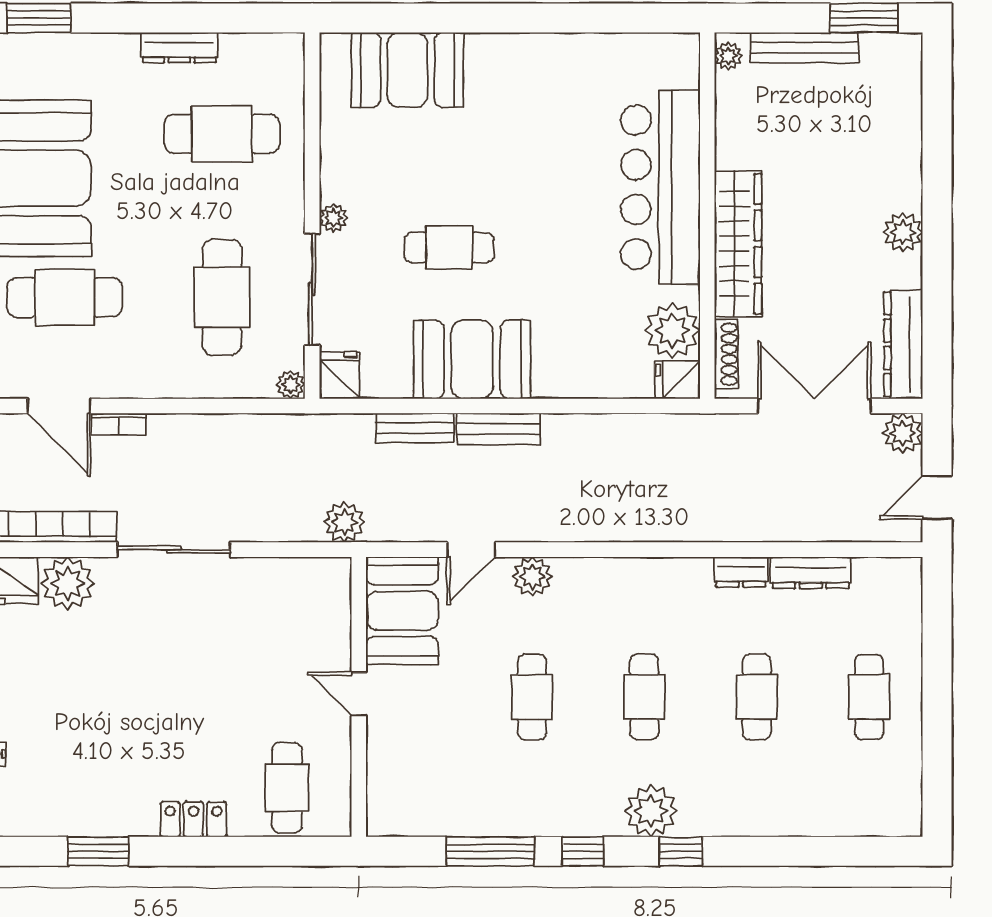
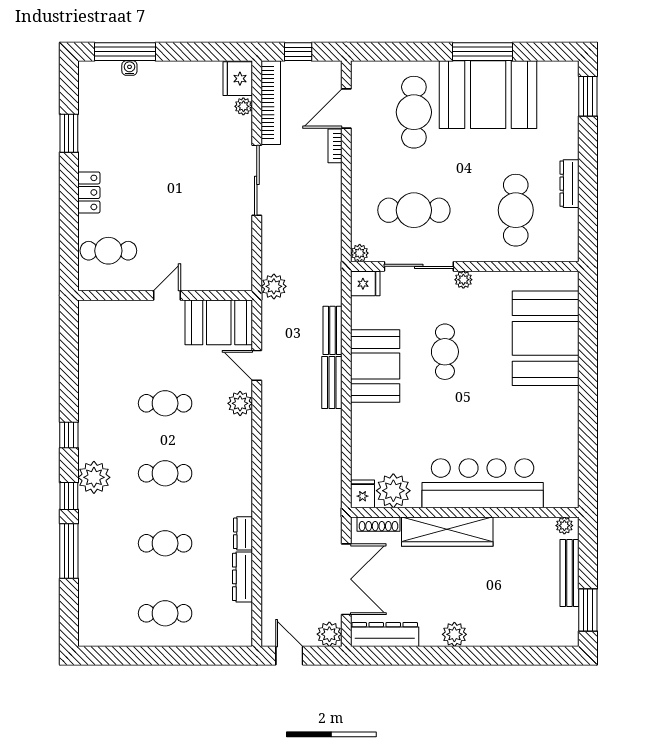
booth: (407, 70) -> (546, 338), width x1.36, depth x1.42
plant: (68, 583) -> (243, 106), width x0.53, depth x0.53
window: (490, 851) -> (69, 551), moved

